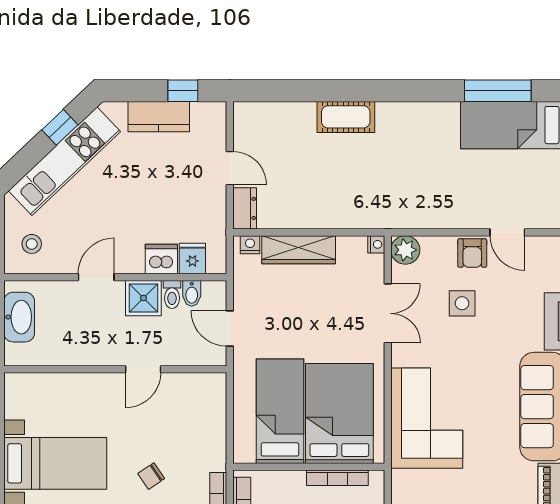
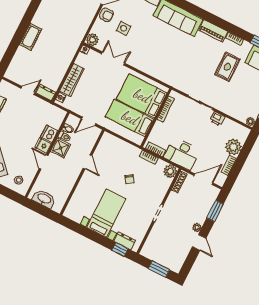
fridge: (192, 258) -> (43, 145), moved
corner sofa: (427, 418) -> (160, 64), removed

